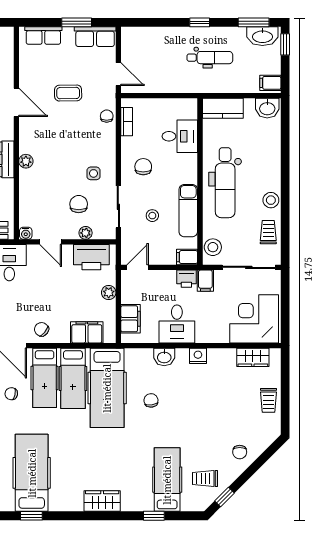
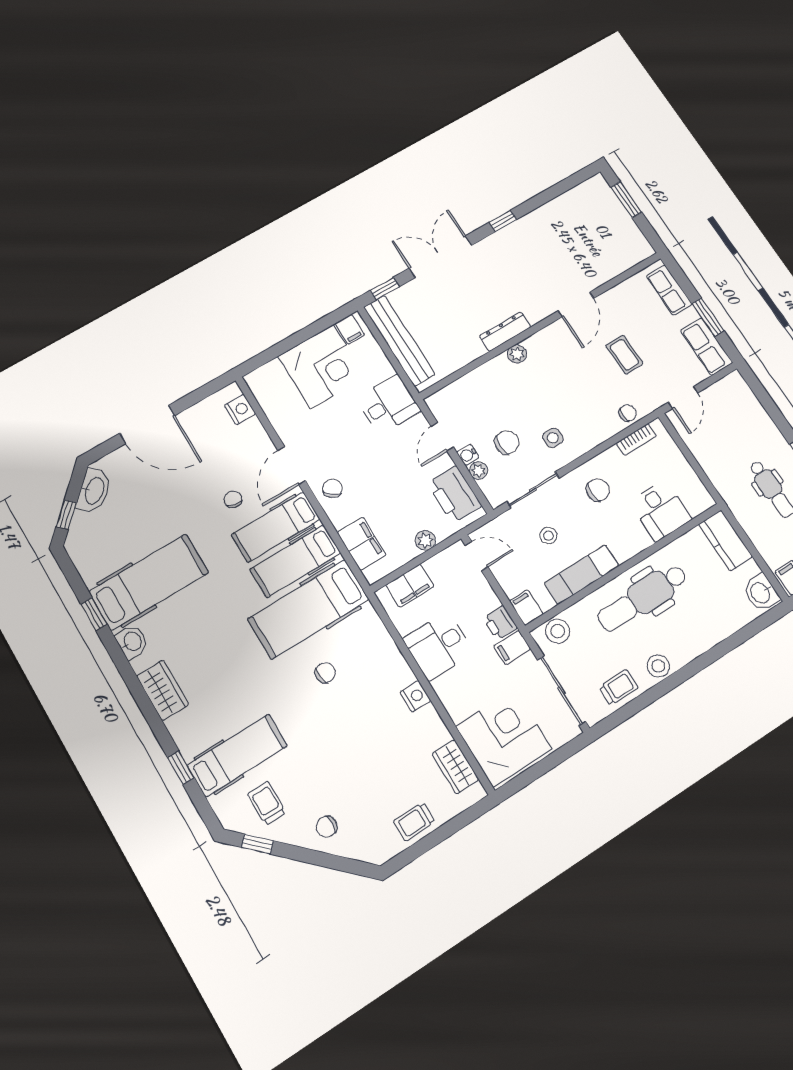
water cooler: (26, 233) -> (468, 455), moved
washbasin: (164, 357) -> (132, 642), moved, turned 180

